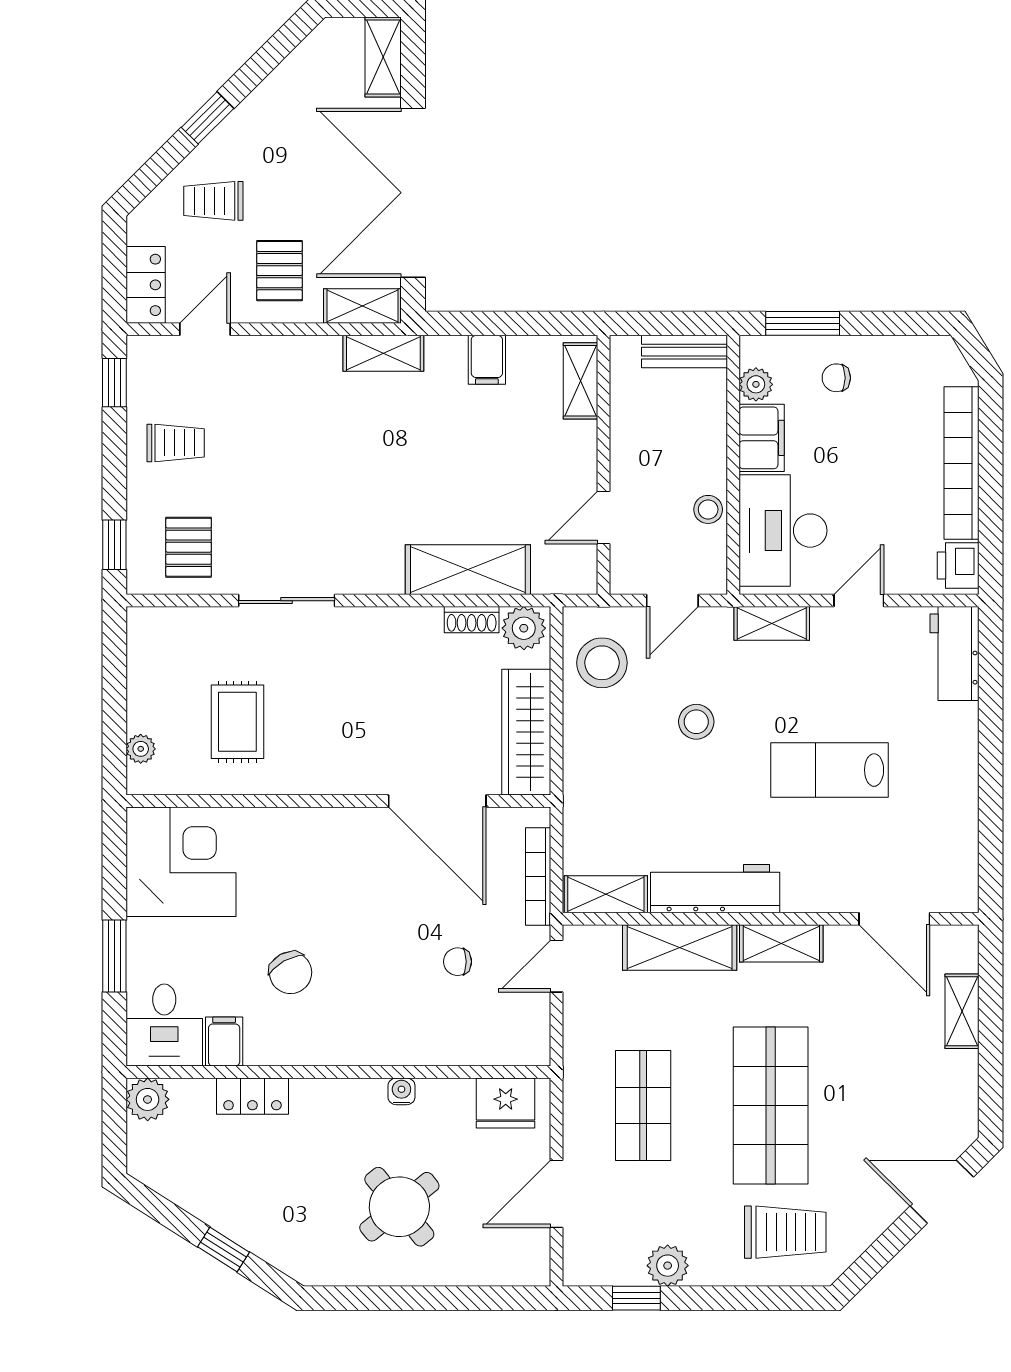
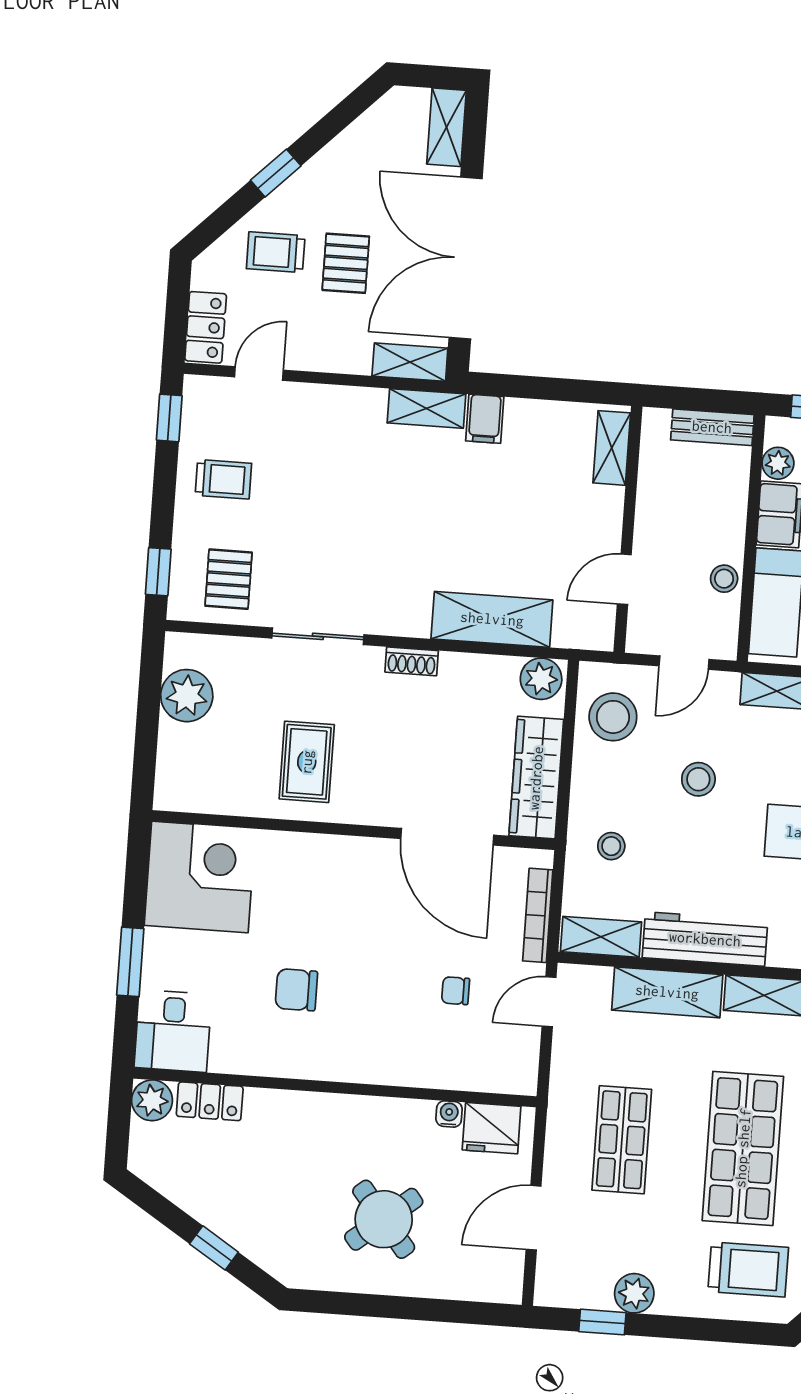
pallet: (279, 271) -> (346, 263), moved
filing cabinet: (487, 360) -> (485, 419), moved
shoe rack: (472, 620) -> (412, 661), moved
rug: (237, 722) -> (307, 762), moved
plant: (141, 749) -> (187, 696), moved, width x1.88, depth x1.88
stool: (610, 798) -> (611, 846), added
chair: (291, 973) -> (296, 990), turned 119
filing cabinet: (224, 1042) -> (229, 1051), removed
water cooler: (401, 1091) -> (449, 1114), moved
locker: (252, 1096) -> (210, 1101), moved

